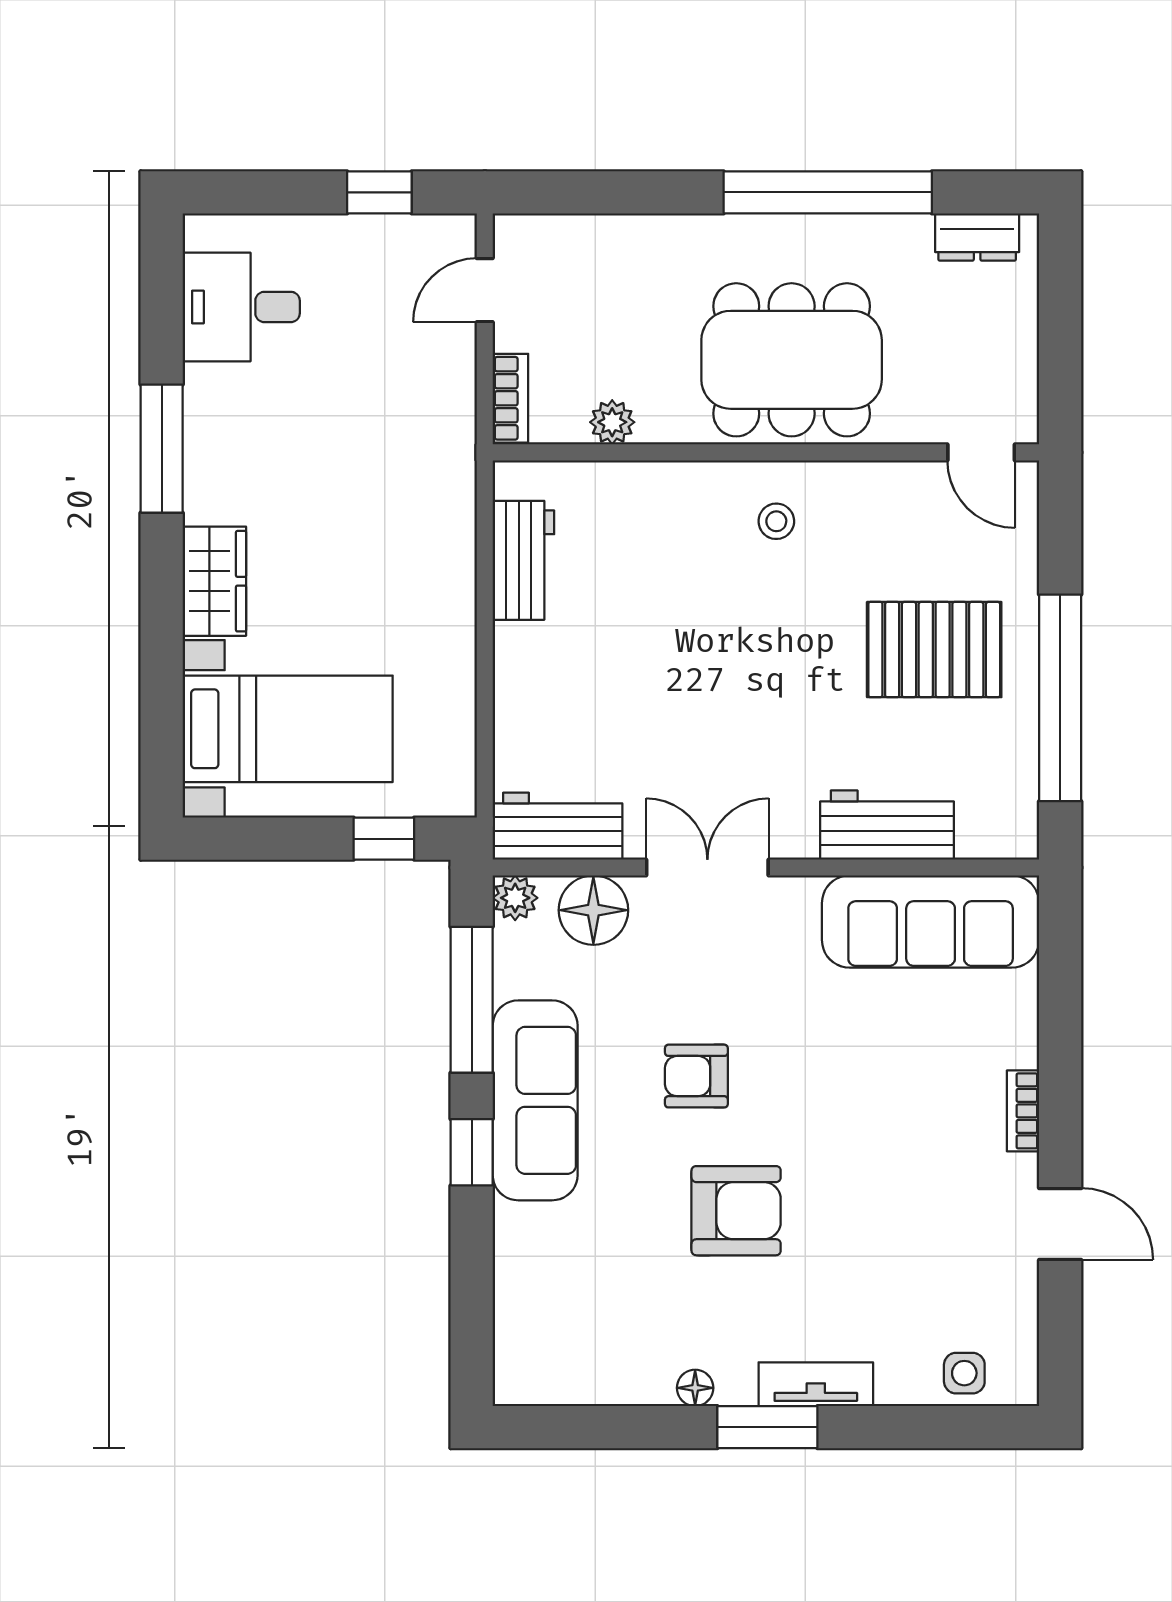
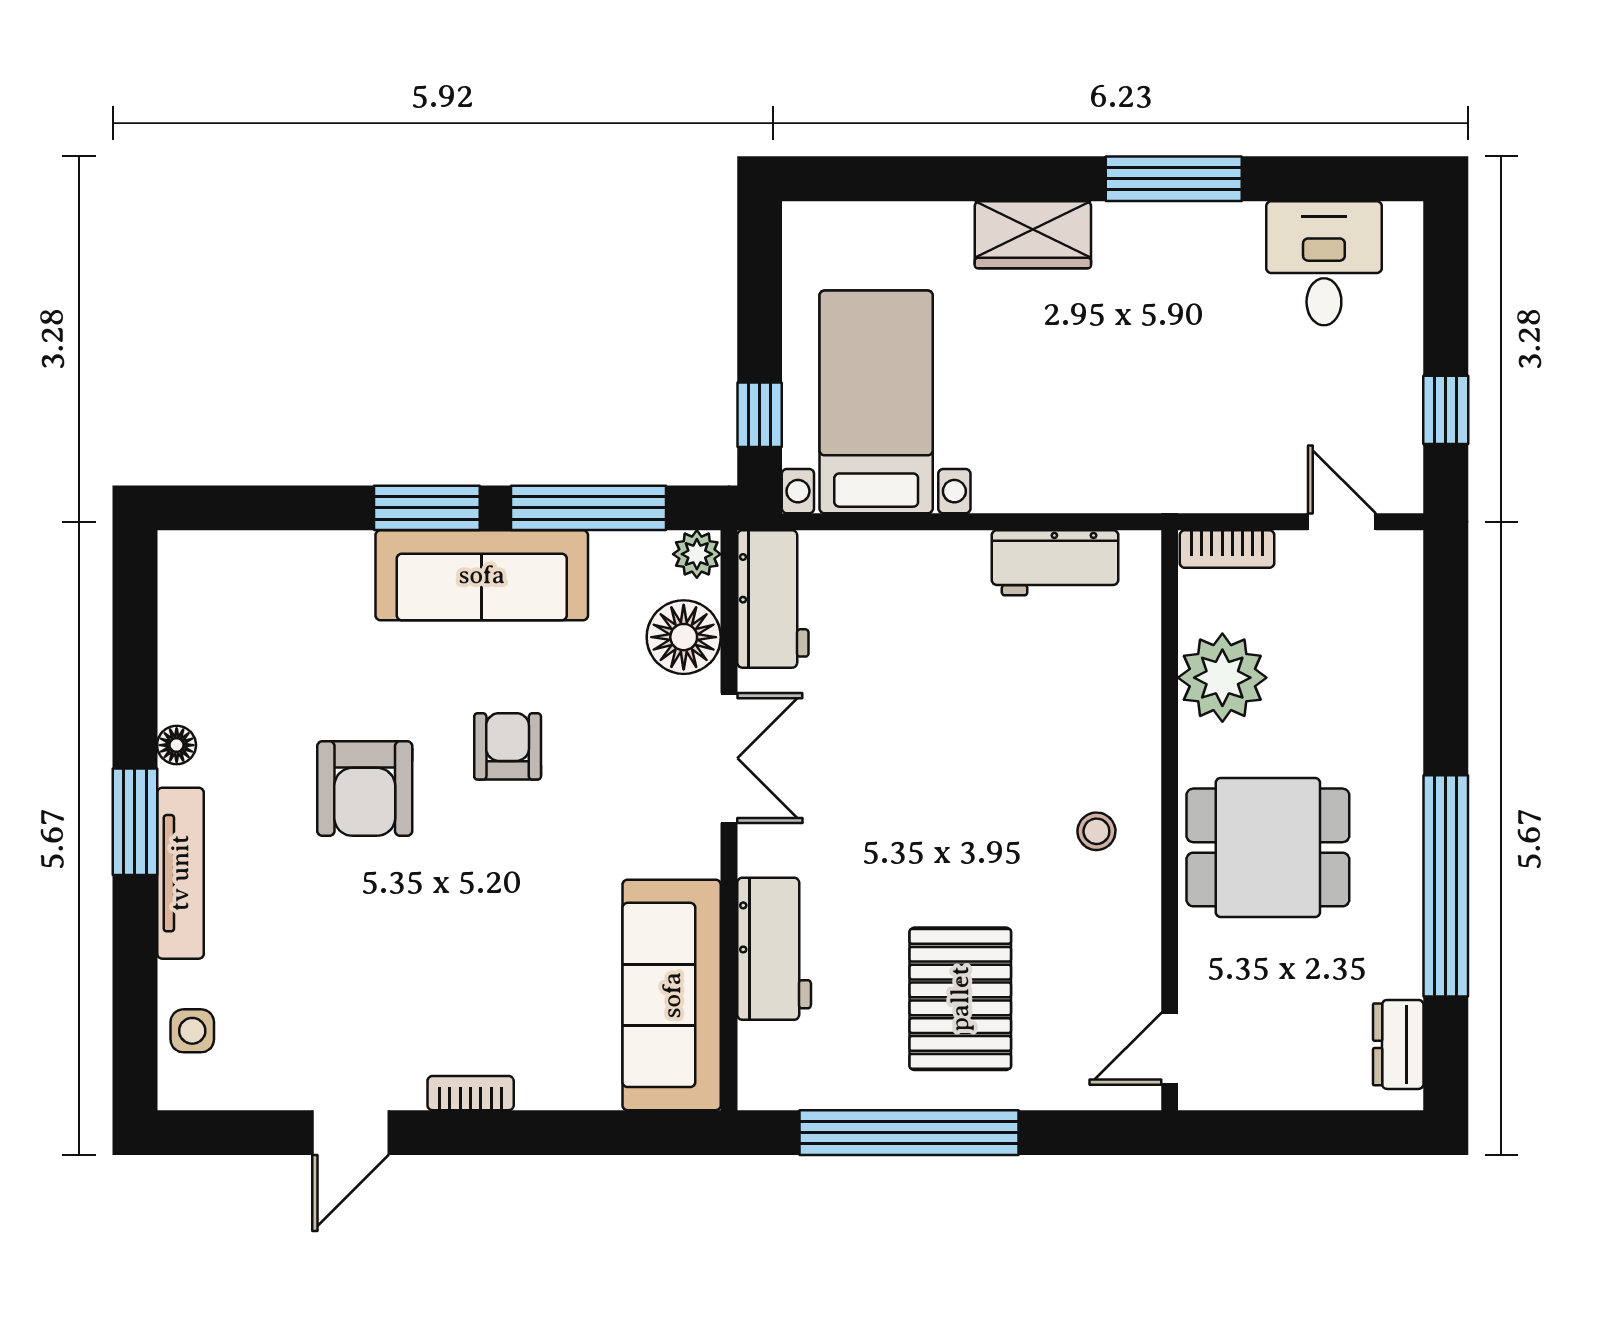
dining table: (792, 360) -> (1268, 847), width x0.73
plant: (612, 422) -> (1222, 678), width x1.88, depth x1.88
bed with nightstands: (288, 729) -> (876, 402), moved, turned 180
window: (472, 1152) -> (427, 508), width x1.50
tv unit: (816, 1384) -> (180, 873), width x1.41

